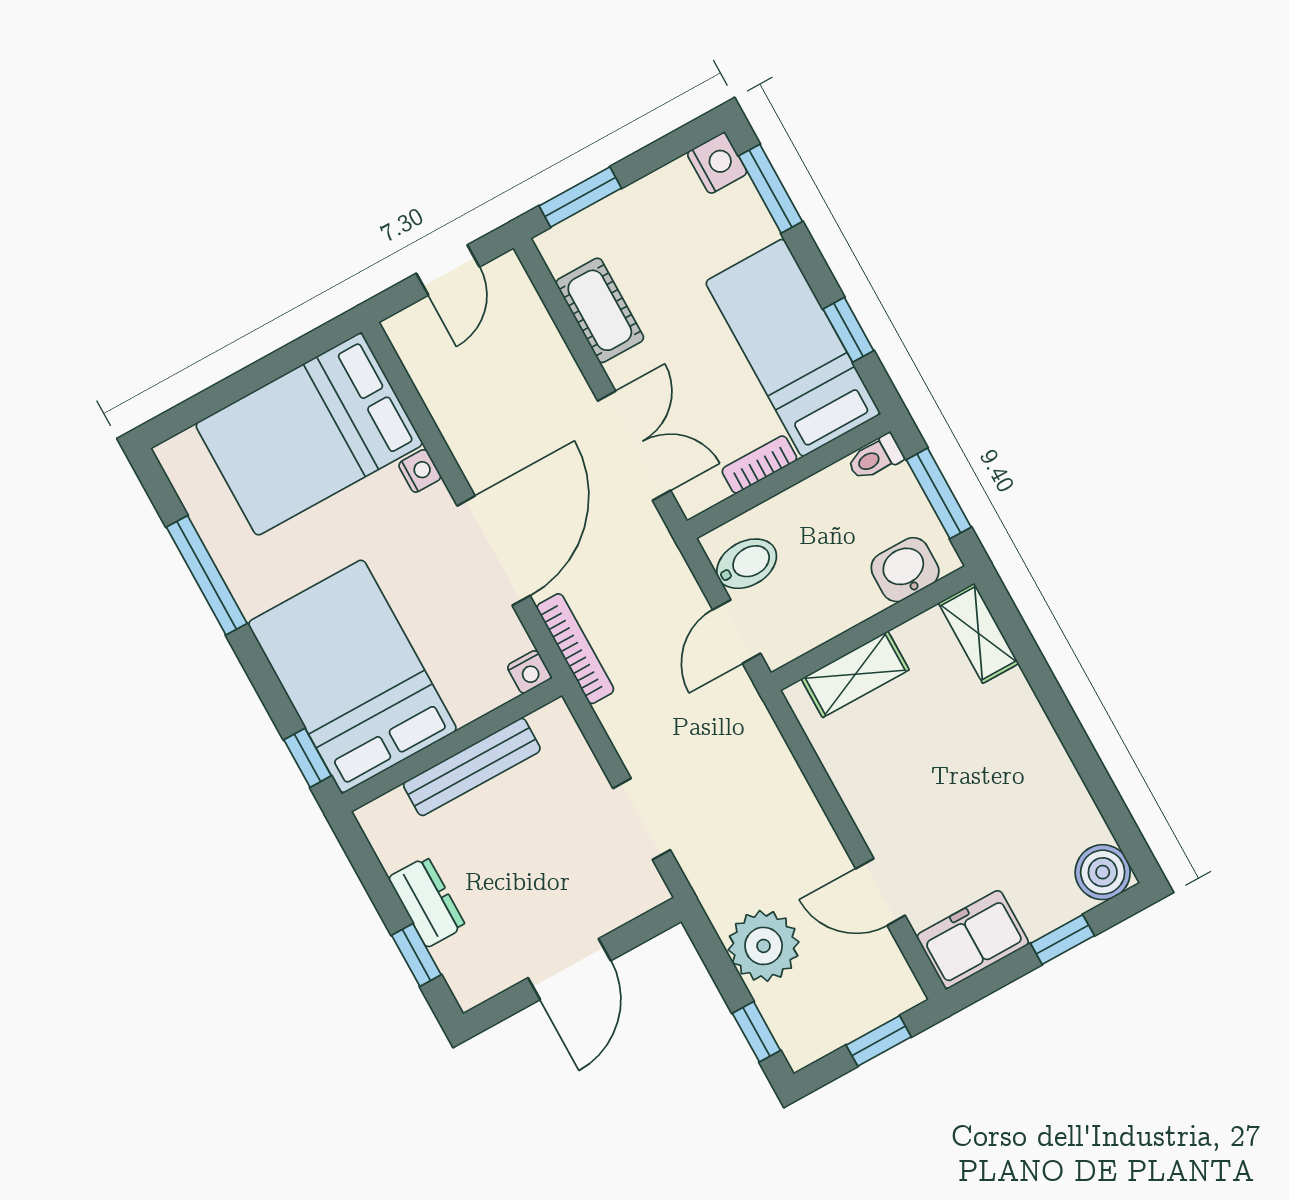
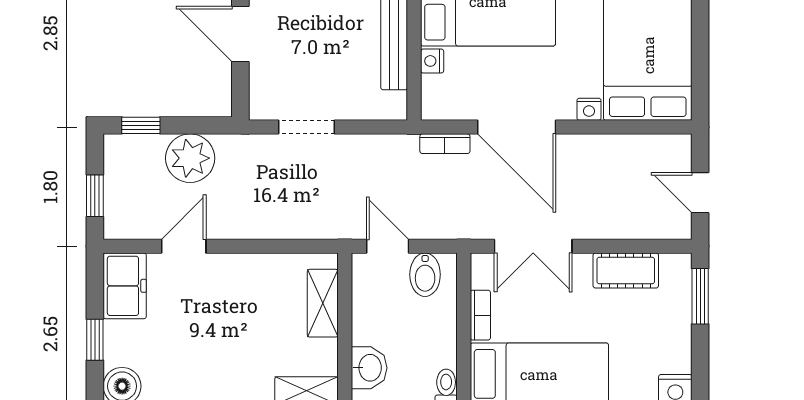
bookcase: (575, 649) -> (445, 144), width x0.64
nightstand: (529, 672) -> (432, 61), moved

